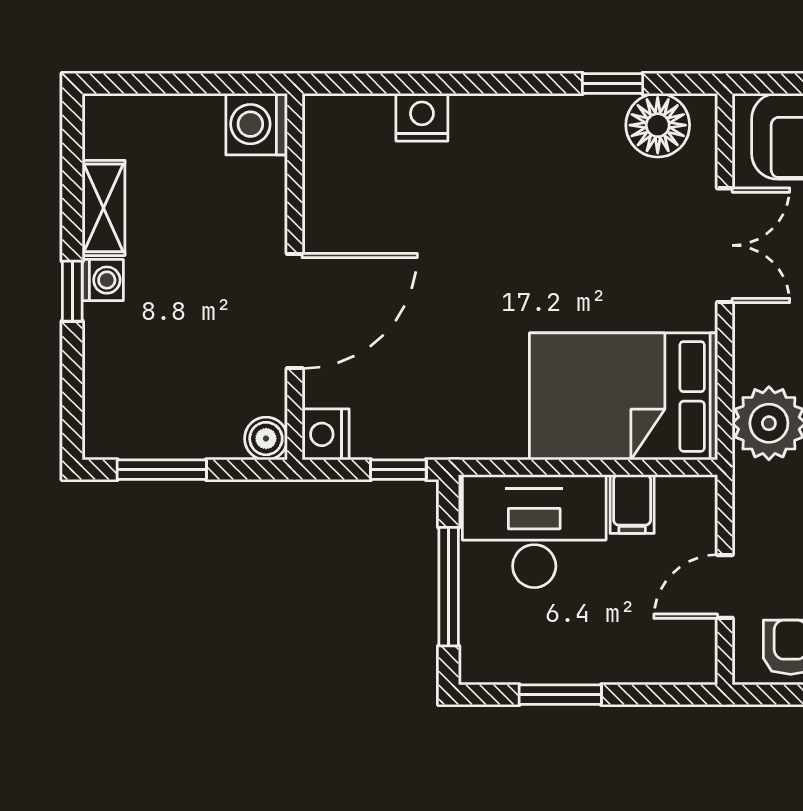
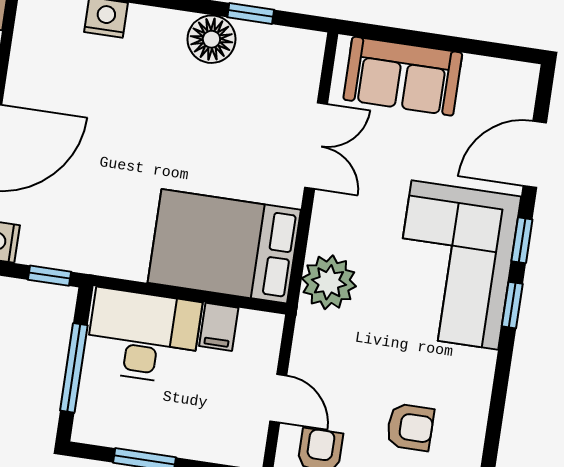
floor lamp: (658, 125) -> (211, 39), moved
door: (725, 587) -> (278, 398), swing flipped

